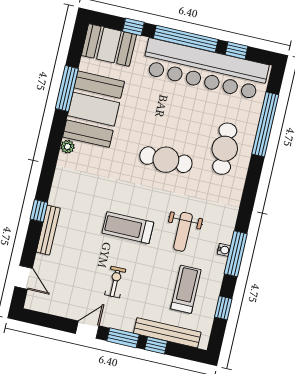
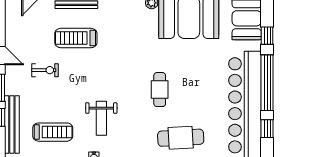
cafe table: (166, 160) -> (160, 90), width x0.73, depth x0.74
treadmill: (128, 228) -> (76, 38), moved, turned -90
weight bench: (183, 232) -> (101, 118), turned -90

